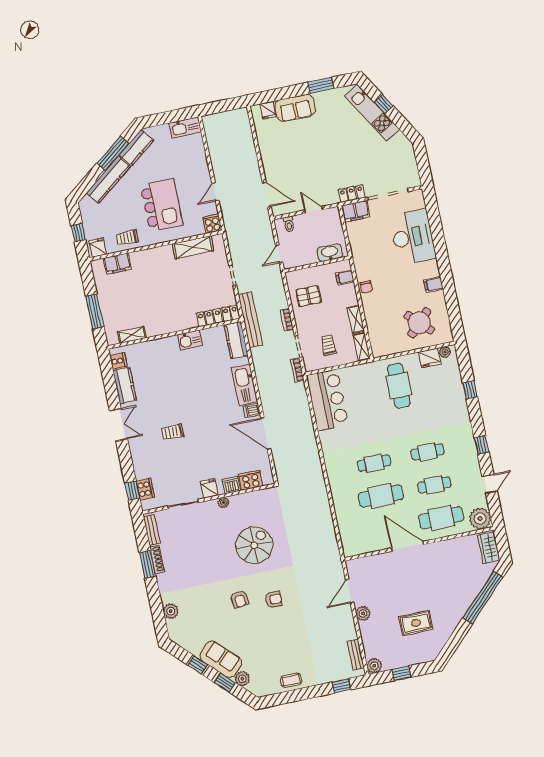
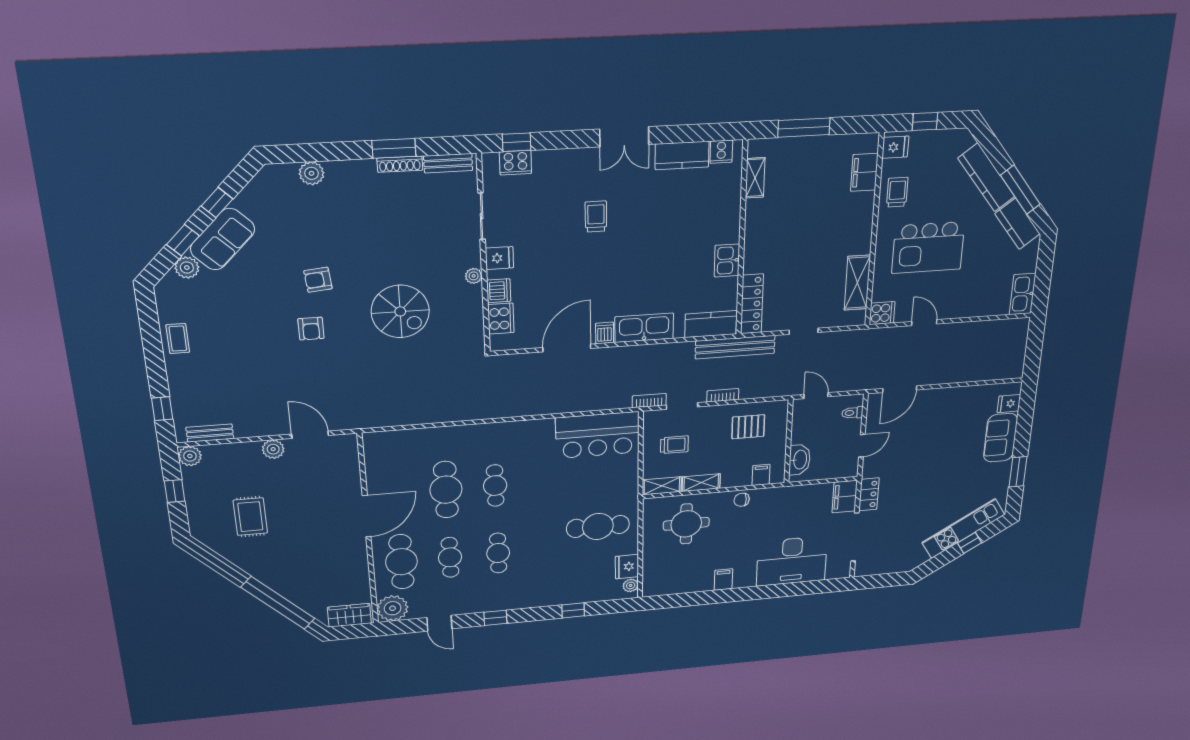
pallet: (309, 296) -> (748, 427), turned 90
round table: (419, 323) -> (686, 524), moved, turned 45

